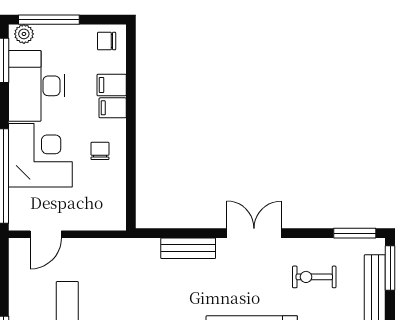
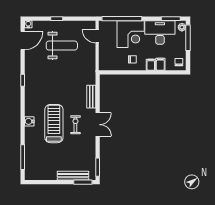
exercise bike: (314, 277) -> (75, 125), moved

